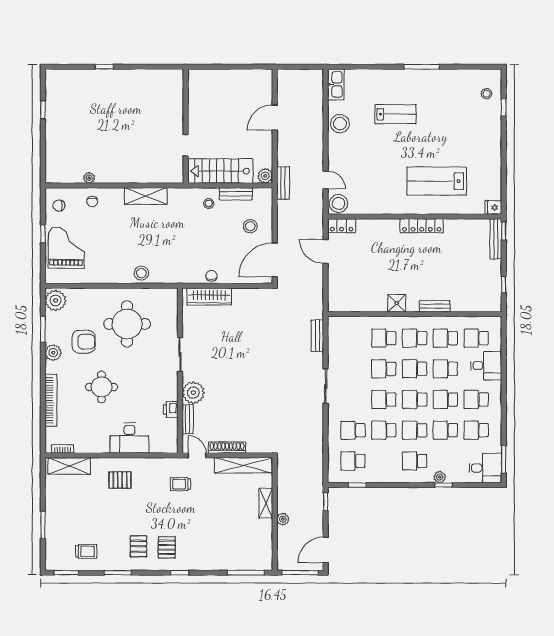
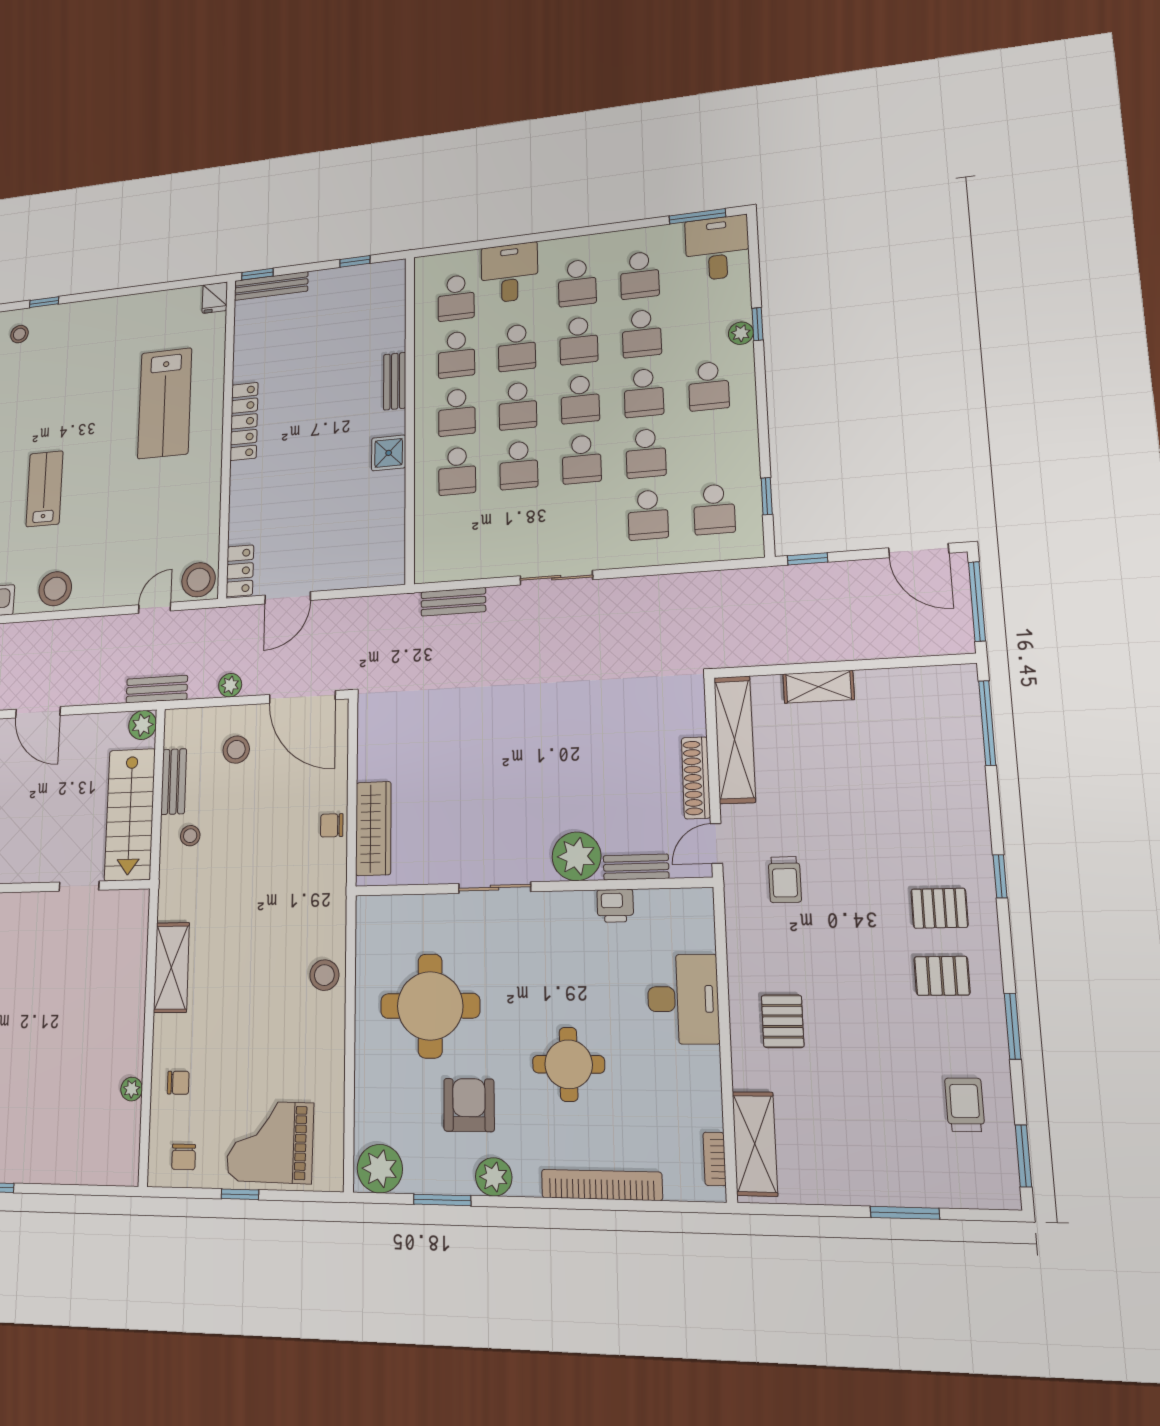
plant: (283, 519) -> (230, 685), moved

